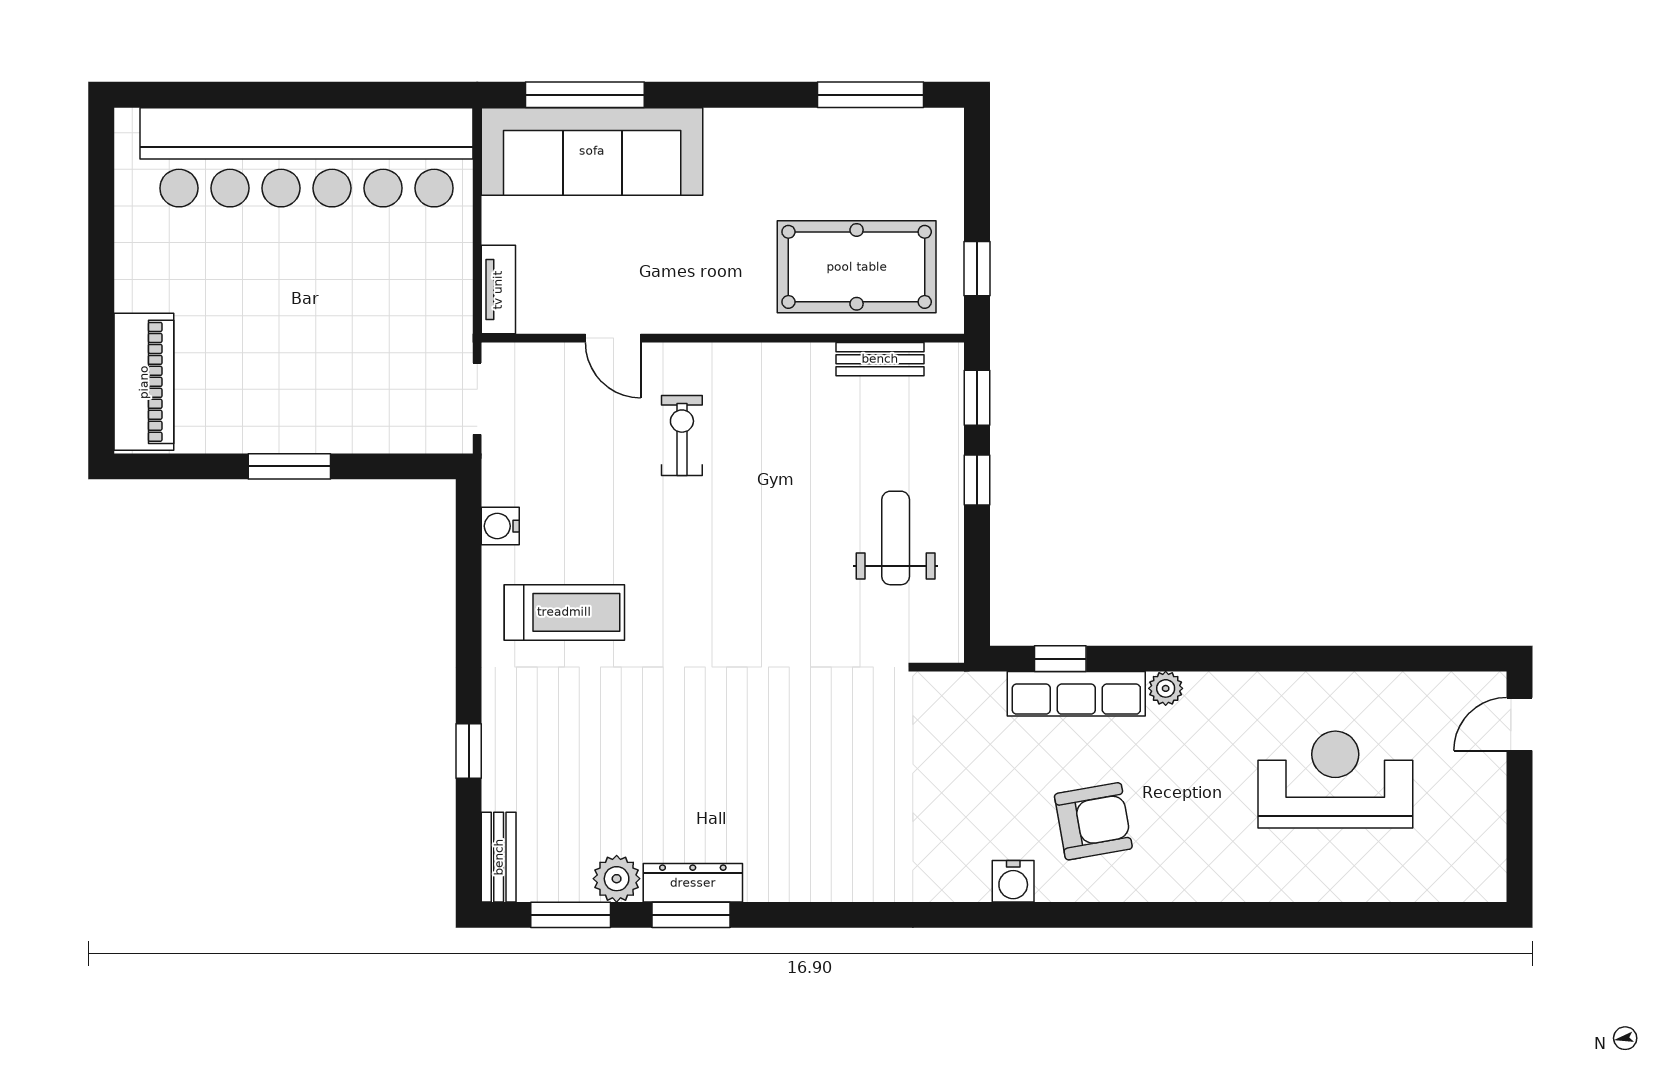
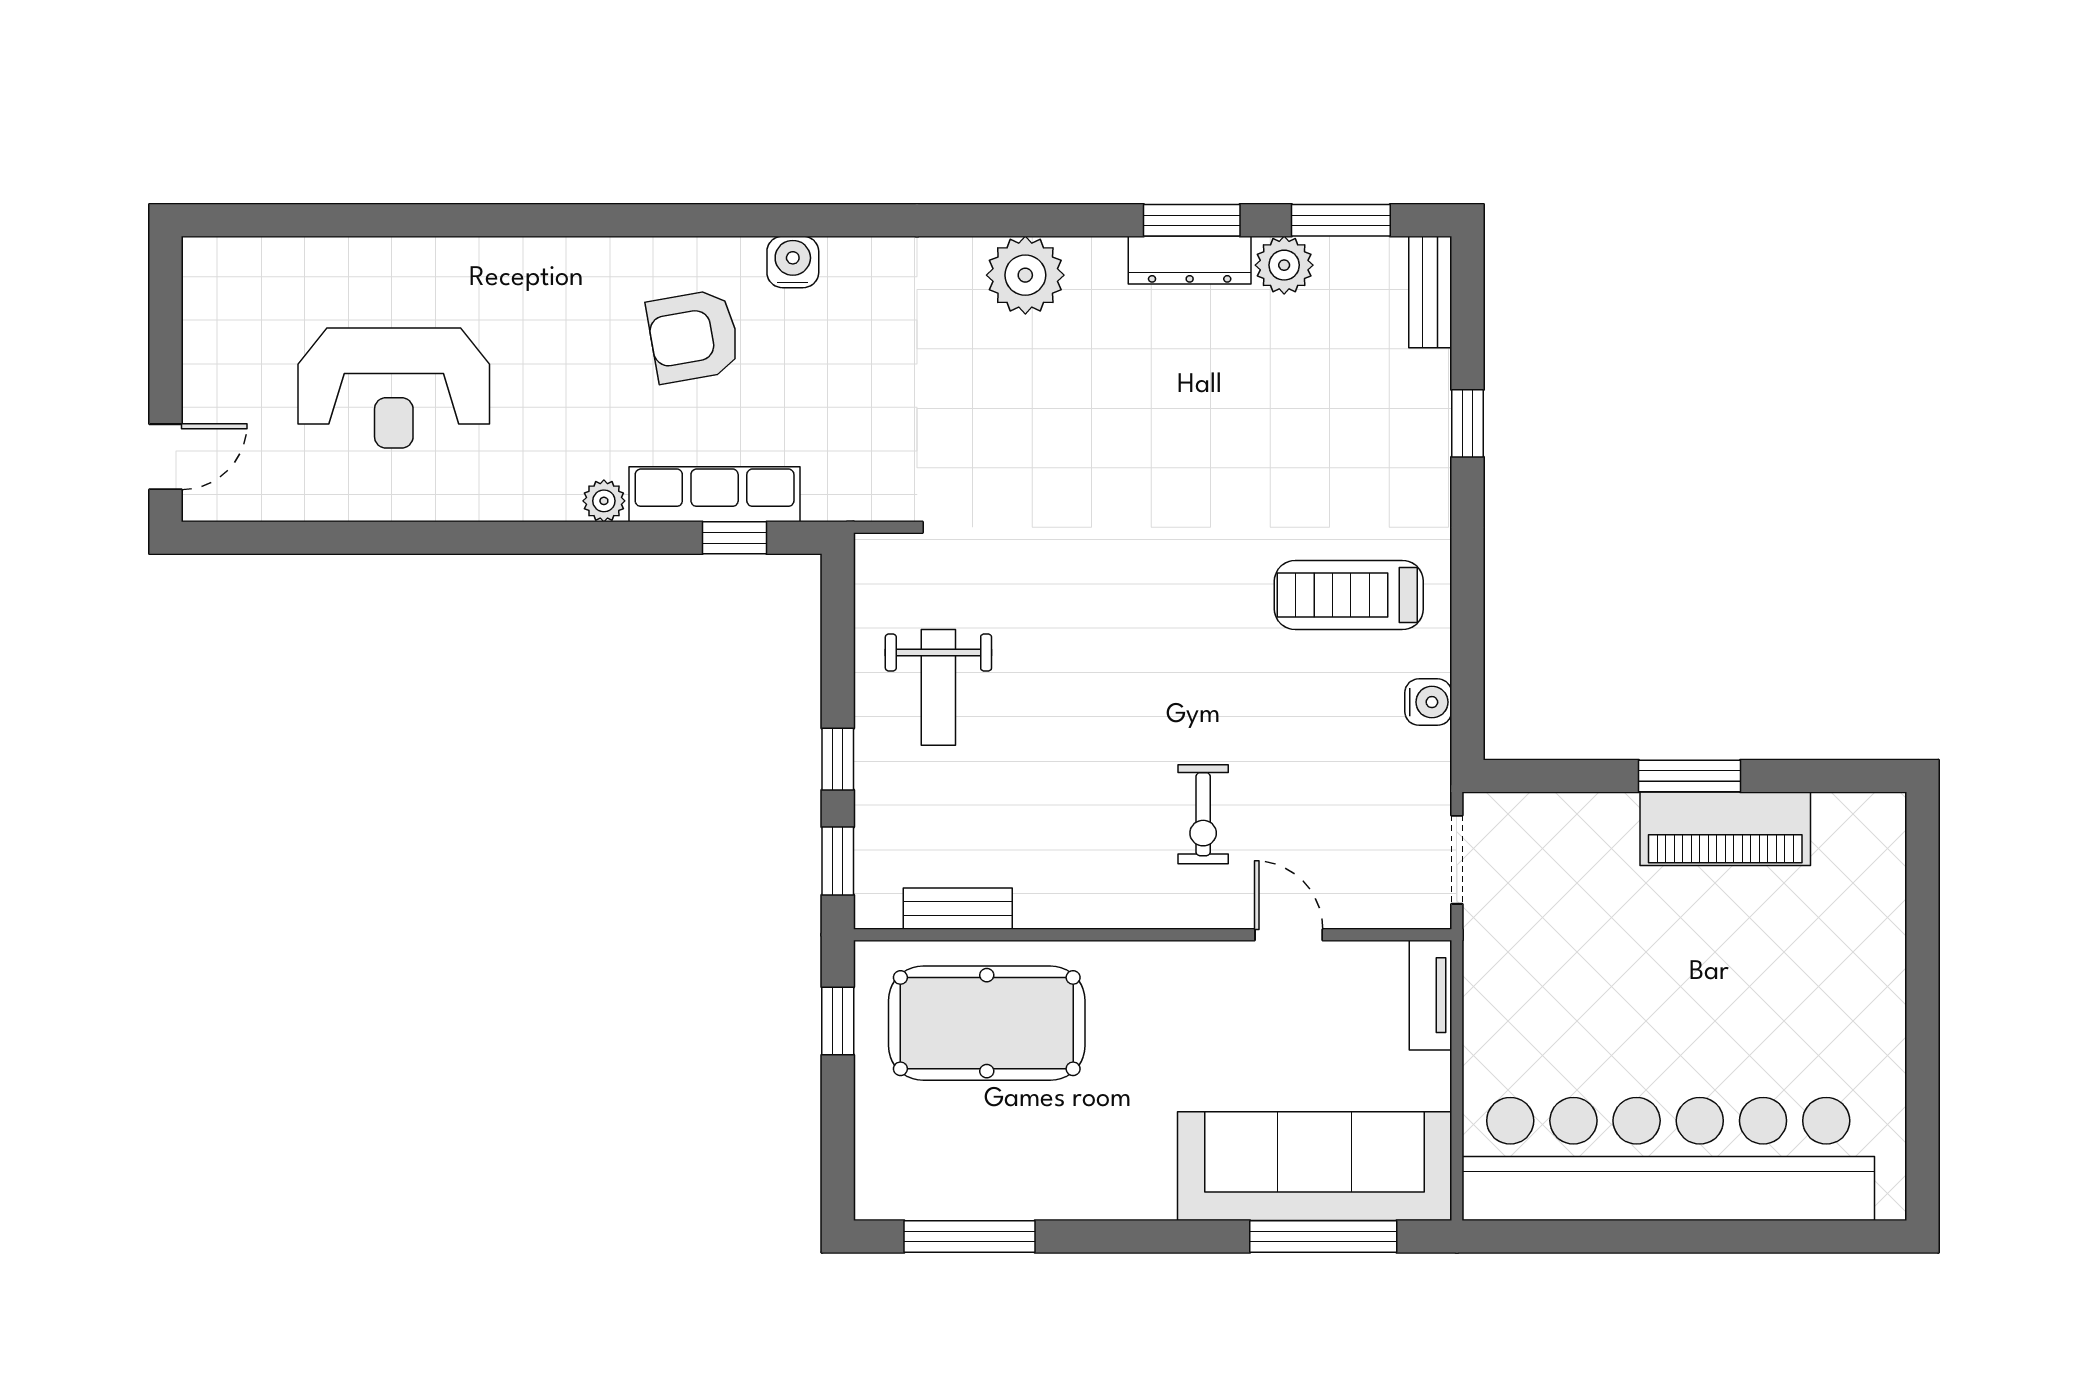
piano: (144, 382) -> (1725, 829), moved, turned -90
plant: (825, 871) -> (1025, 275), added

